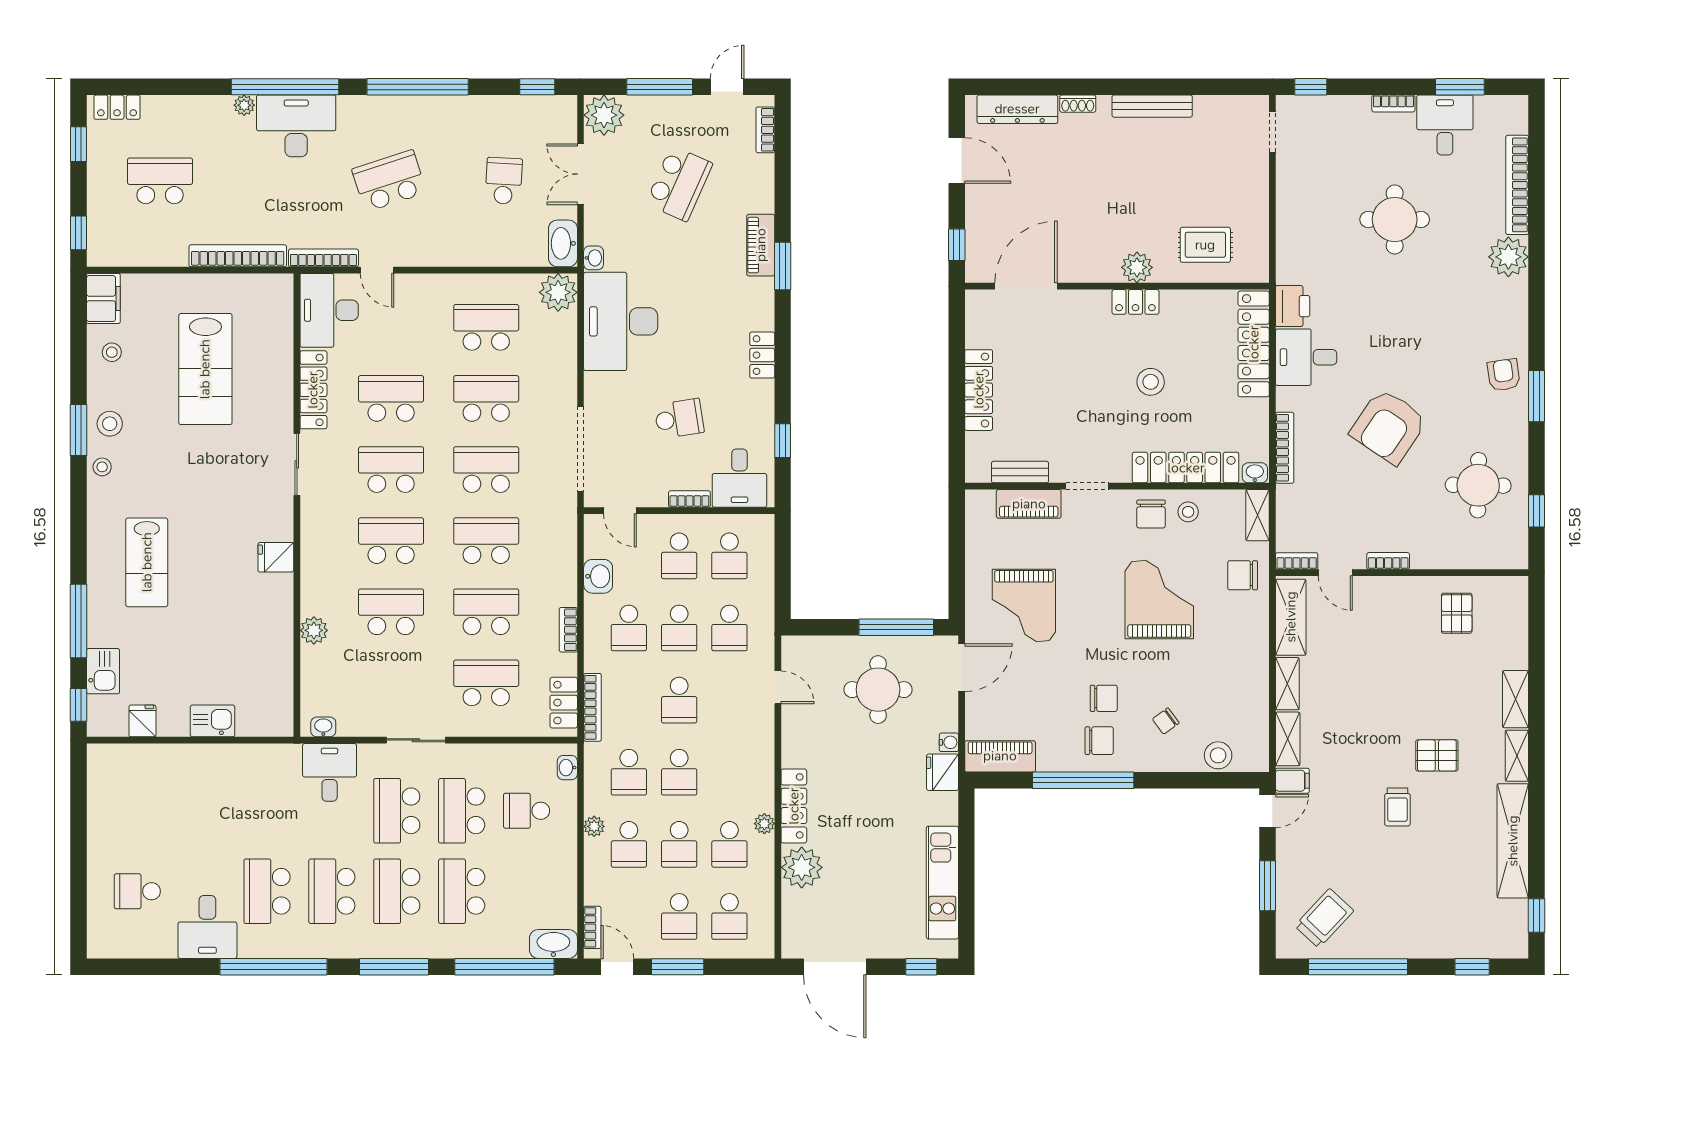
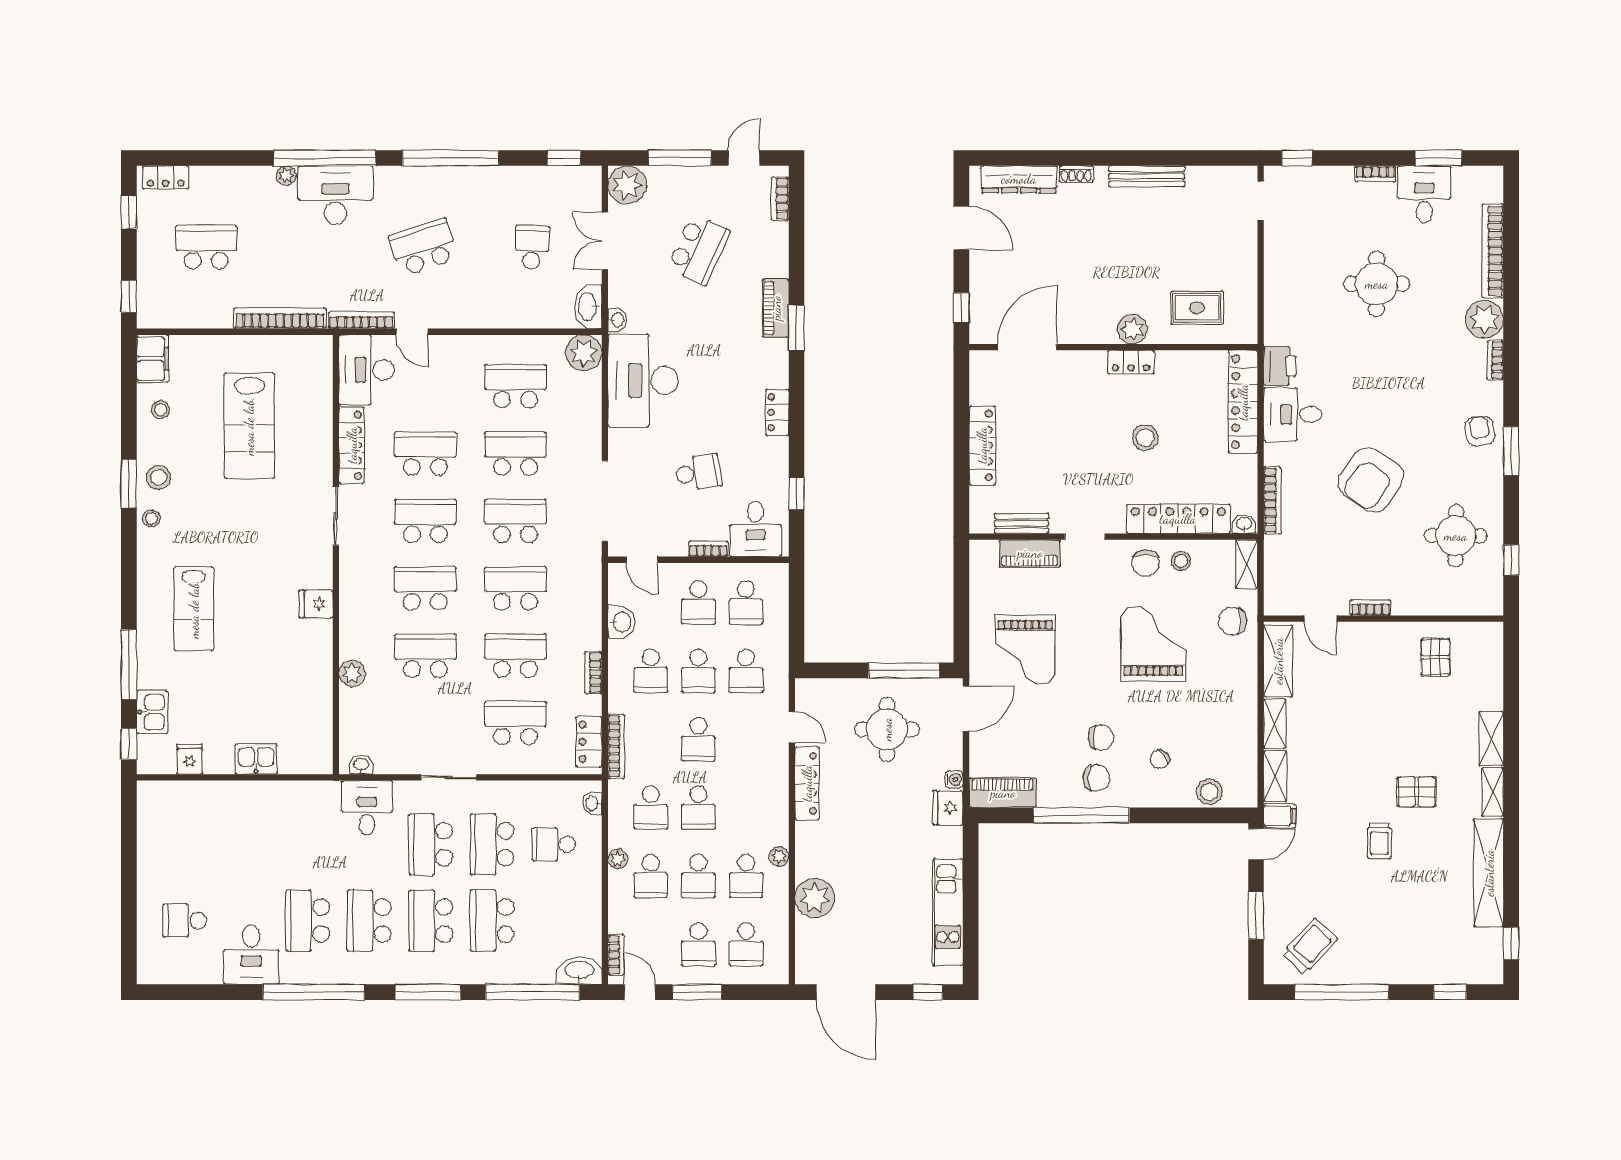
bookcase: (1297, 561) -> (1495, 360), moved, turned -90
locker: (794, 806) -> (807, 783), moved

